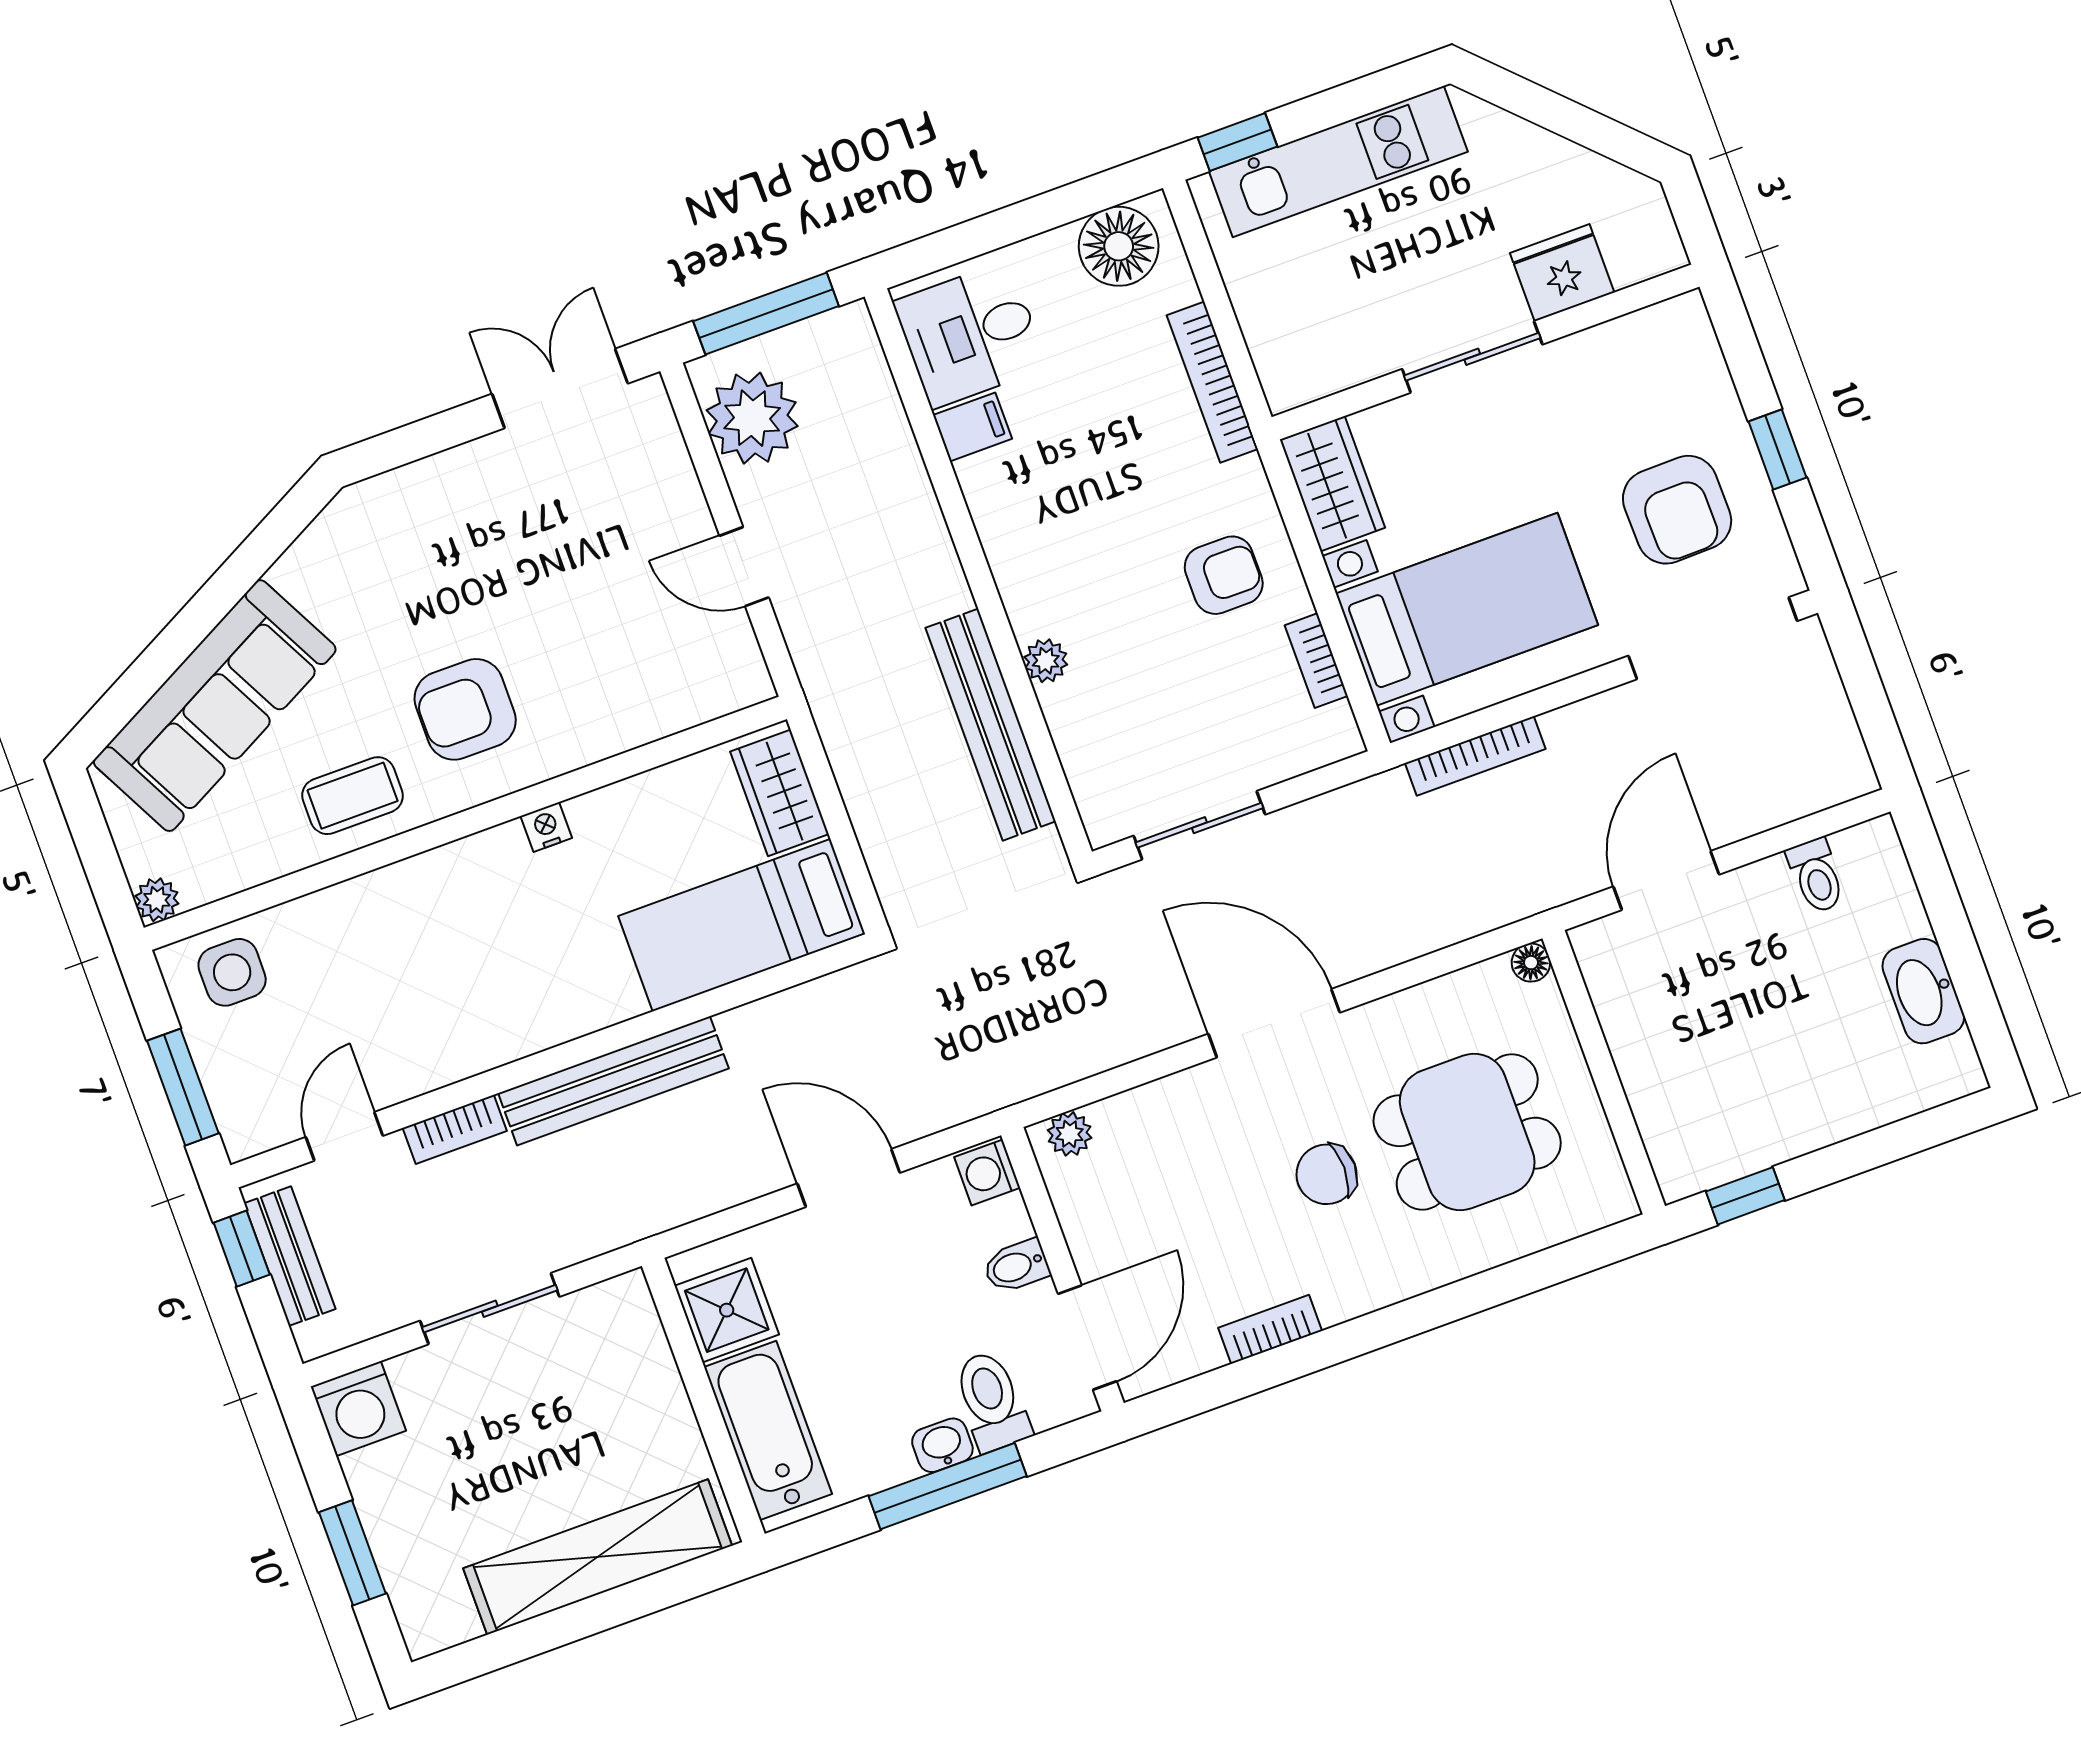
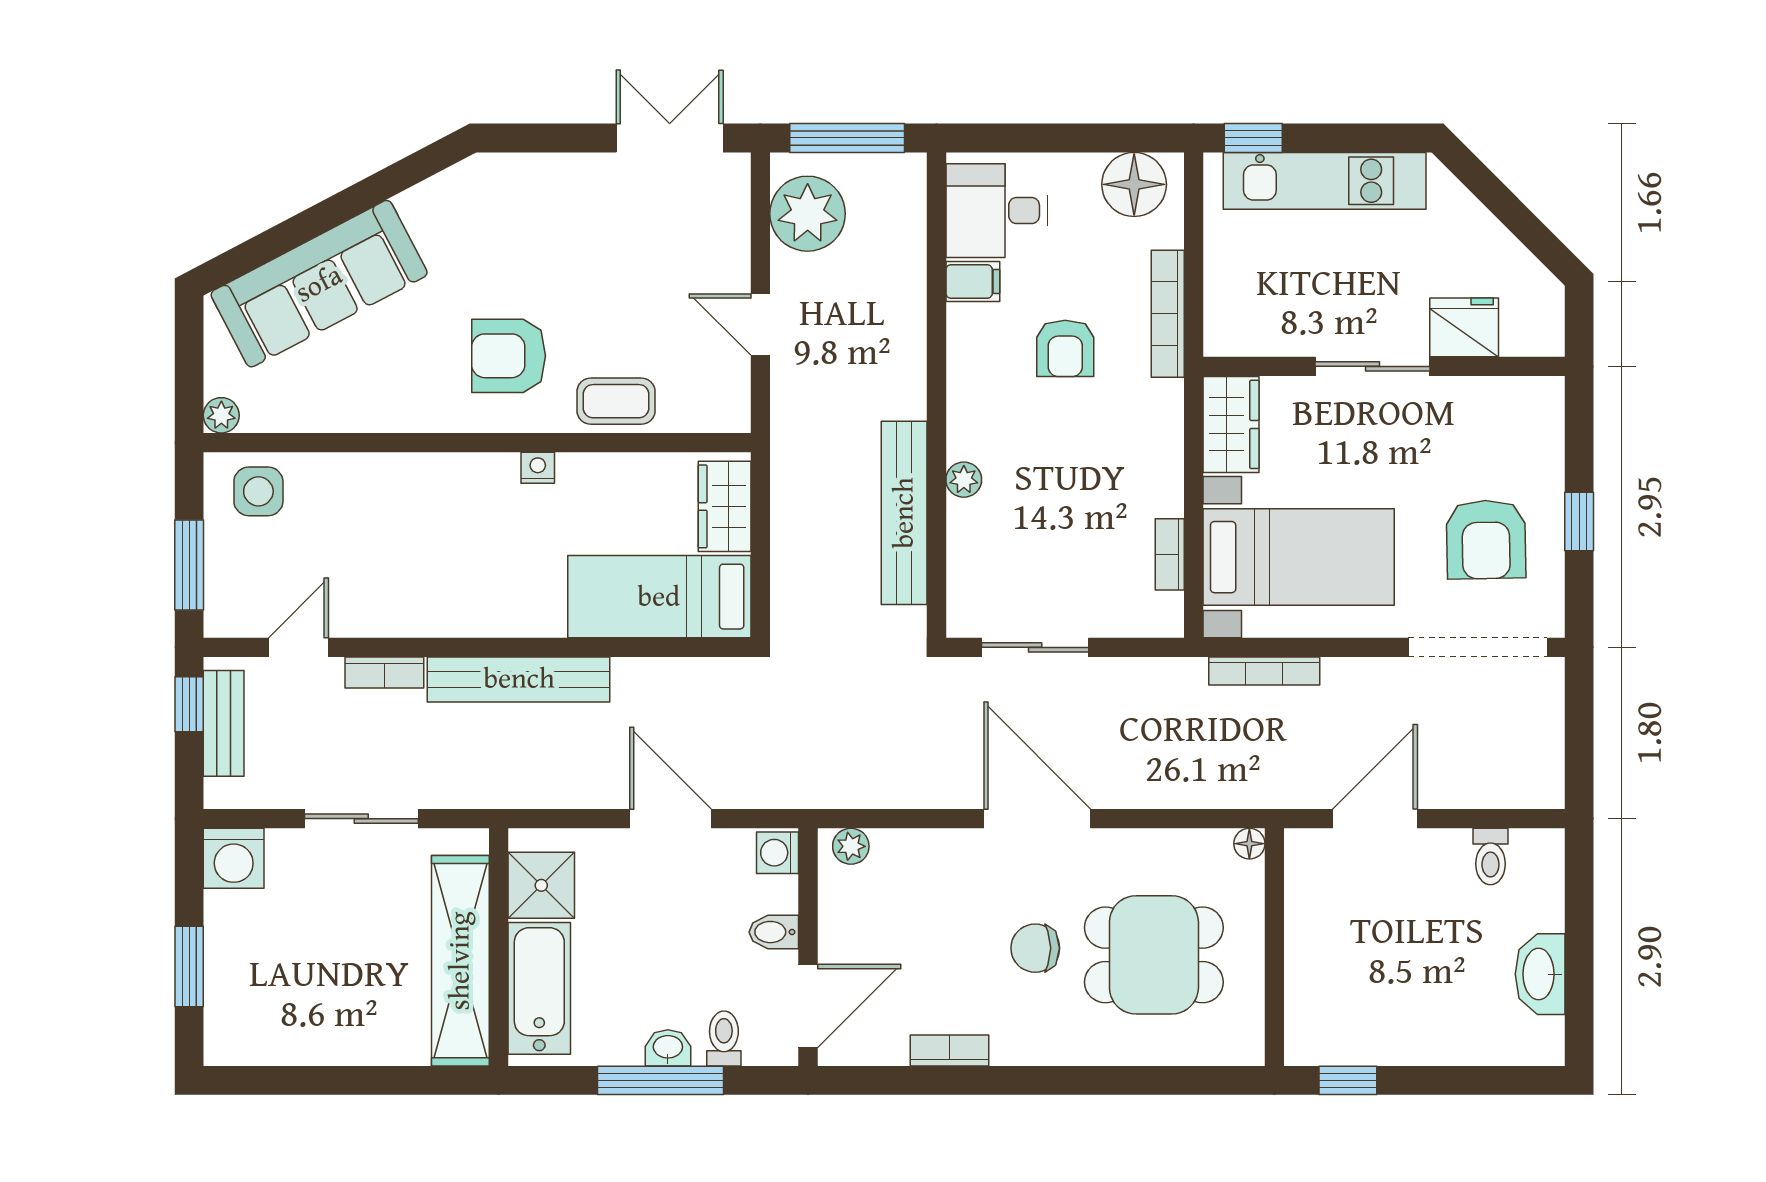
armchair: (1224, 575) -> (1065, 348), moved, turned 90
coffee table: (353, 796) -> (616, 401), moved
toilet: (992, 1401) -> (724, 1039), width x0.73, depth x0.72
shelving: (598, 1557) -> (460, 961), moved, turned 90

